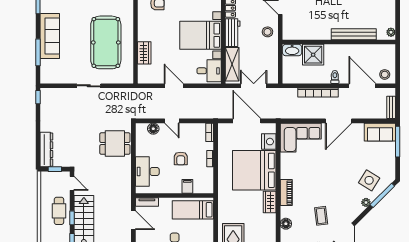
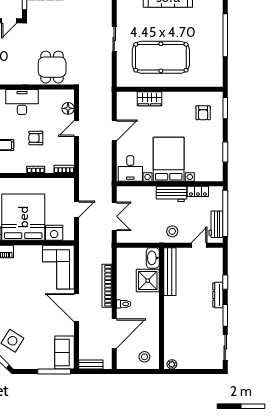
bench: (354, 34) -> (170, 272), moved
shelving: (232, 64) -> (137, 193), removed
stool: (385, 74) -> (144, 357), moved
door: (247, 121) -> (76, 209), width x0.53

